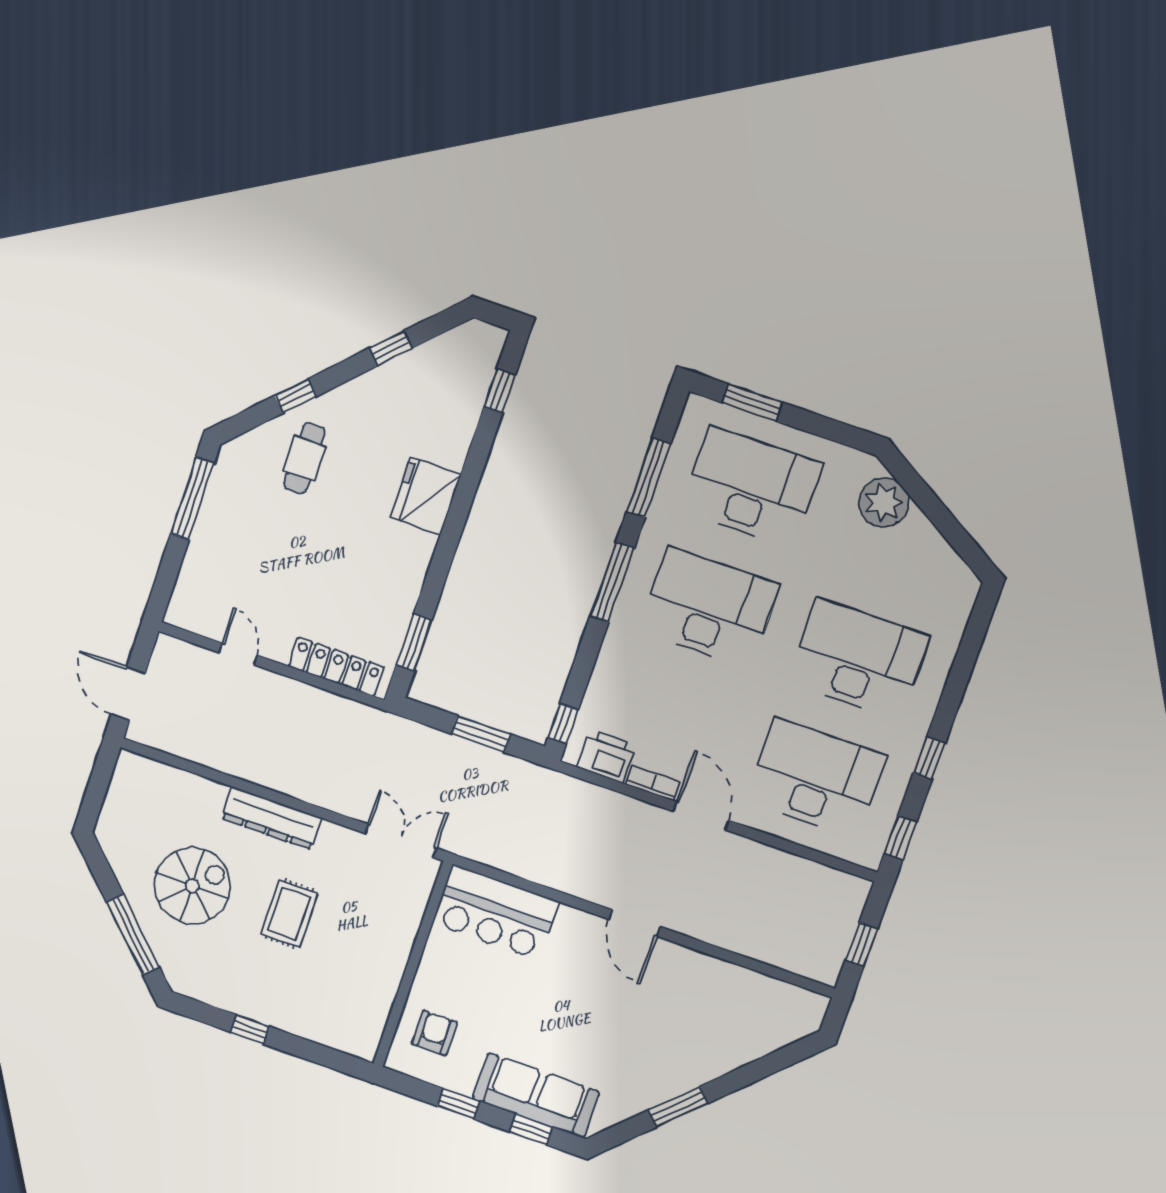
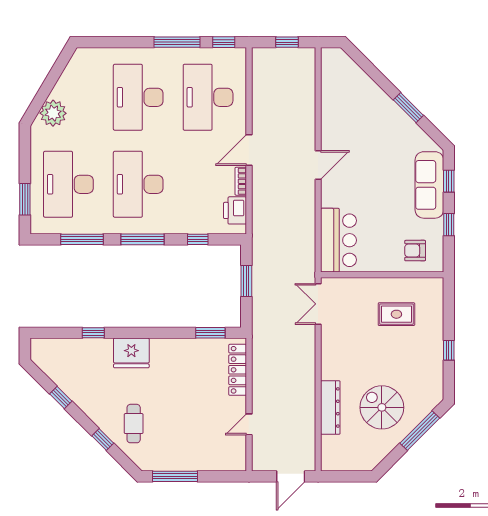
window: (500, 391) -> (93, 333), moved
cafe table: (305, 458) -> (134, 424), turned 90
window: (563, 724) -> (198, 239), moved
window: (929, 758) -> (177, 42), width x2.17
dresser: (271, 818) -> (330, 407), moved
rug: (289, 914) -> (396, 314), moved

